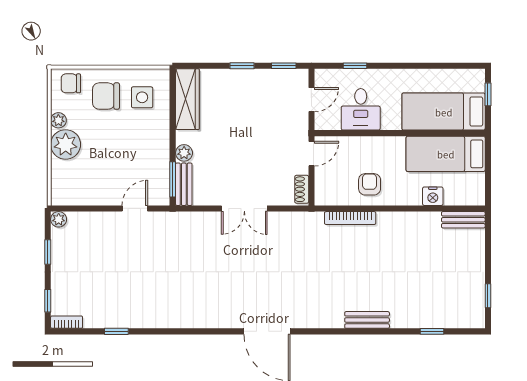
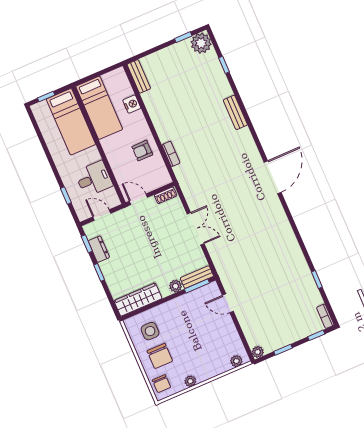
dresser: (271, 78) -> (99, 249), added
plant: (66, 144) -> (236, 361), moved, width x0.53, depth x0.53
bookcase: (350, 218) -> (171, 154), width x0.64
plant: (471, 315) -> (201, 43), added

